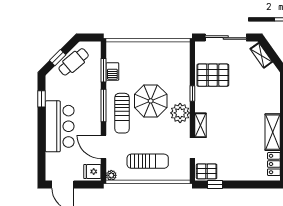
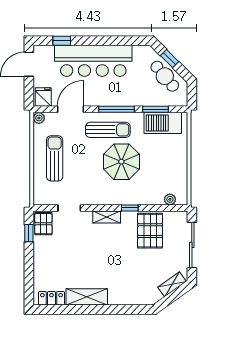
barbecue: (112, 72) -> (163, 123), width x1.88, depth x1.53
window: (42, 99) -> (62, 41), moved
sun lounger: (122, 113) -> (108, 130), turned 180
plant: (180, 113) -> (170, 199), moved, width x0.53, depth x0.53
shelving: (201, 125) -> (107, 217), moved
bar counter: (60, 126) -> (93, 61), width x1.36
sun lounger: (148, 161) -> (55, 158), turned 180

